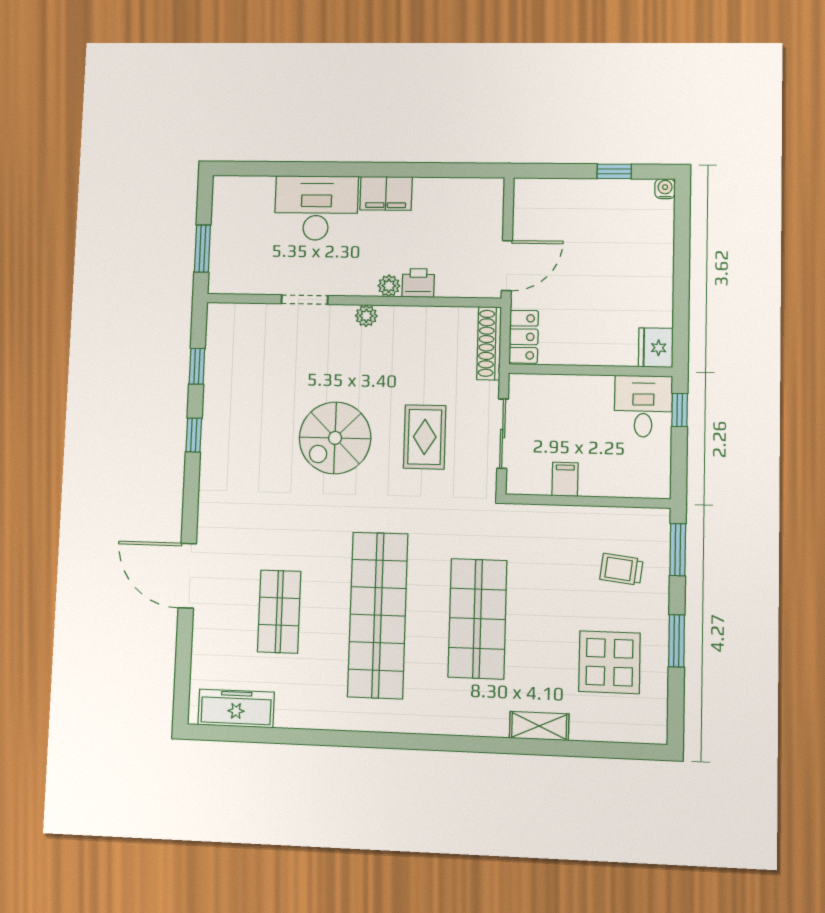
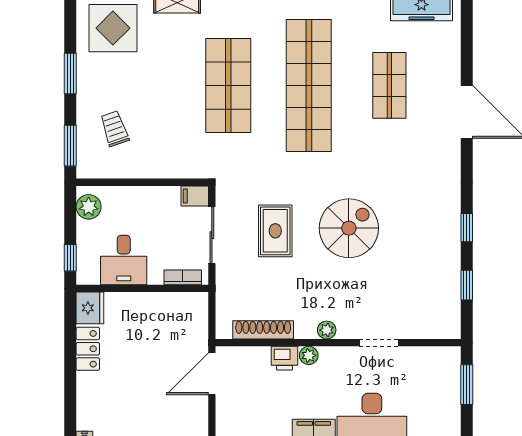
locker: (524, 337) -> (88, 349), moved, turned 180
shoe rack: (489, 343) -> (263, 330), moved, turned -90
bookcase: (540, 383) -> (183, 277), added
desk: (643, 406) -> (124, 260), moved
plant: (656, 472) -> (89, 207), added
filing cabinet: (565, 479) -> (195, 196), moved, turned 90
trolley: (621, 569) -> (115, 129), turned -116
display table: (609, 662) -> (113, 28), moved

